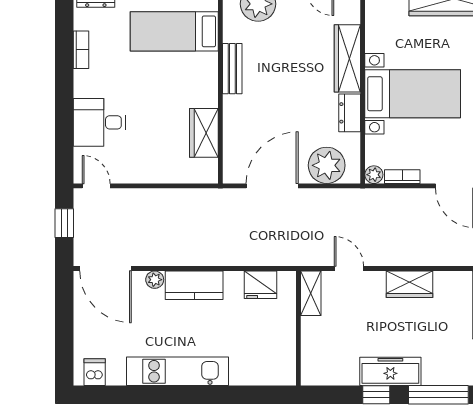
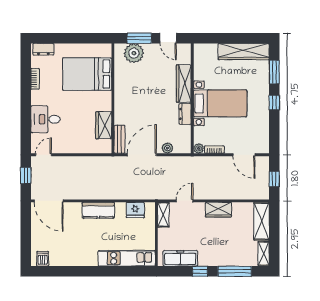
bed: (174, 31) -> (87, 74), width x1.50
bench: (232, 69) -> (120, 139), moved
plant: (327, 165) -> (167, 148), width x0.53, depth x0.53
door: (96, 186) -> (44, 155), hinge flipped
door: (349, 269) -> (185, 201), hinge flipped
plant: (155, 280) -> (76, 207), removed
kitchen unit: (177, 371) -> (127, 258), moved
freezer: (390, 371) -> (180, 258), moved

